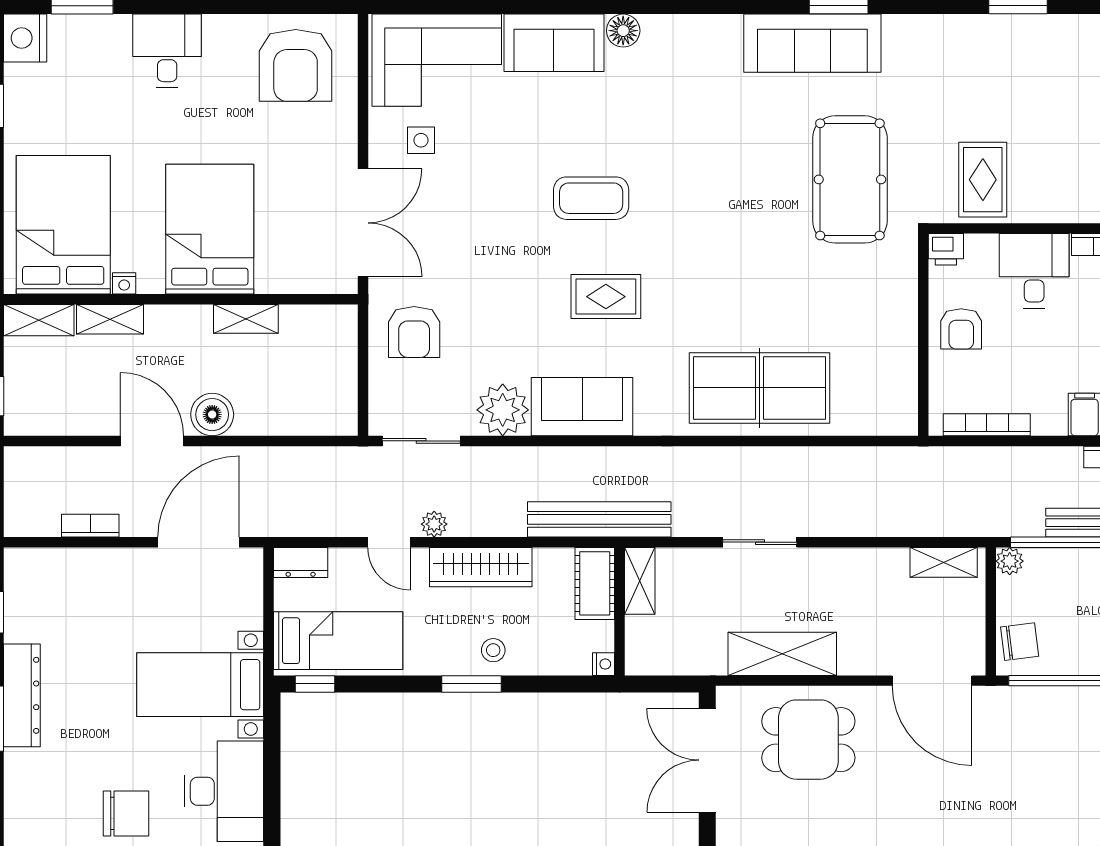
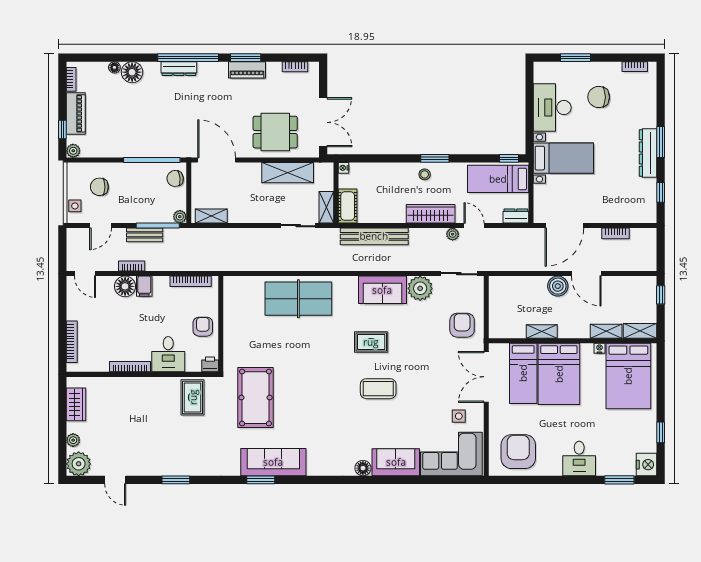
bed: (285, 230) -> (523, 373), added
shelving: (640, 581) -> (326, 207), moved
cot: (595, 583) -> (348, 206), moved
wall: (619, 611) -> (336, 193), moved
nightstand: (604, 664) -> (343, 168), moved

